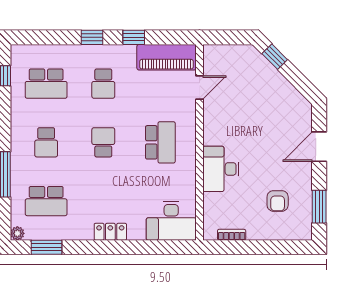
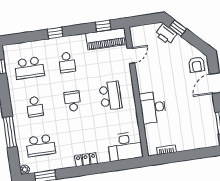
window: (134, 37) -> (103, 26), moved
printer: (256, 63) -> (166, 34), added
armchair: (278, 201) -> (197, 65), moved

